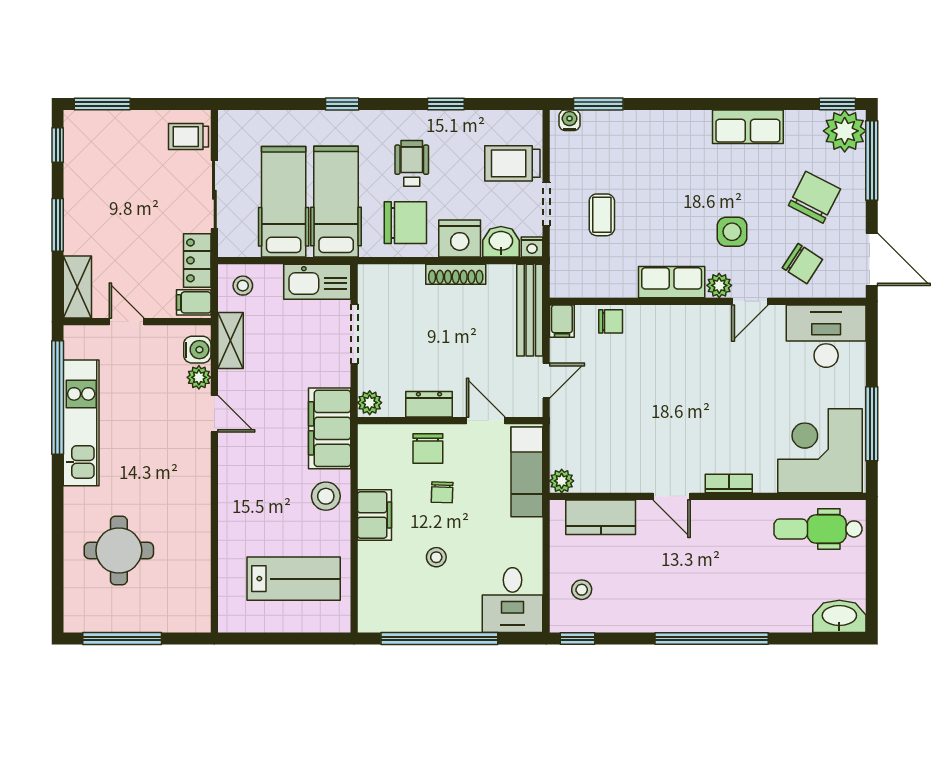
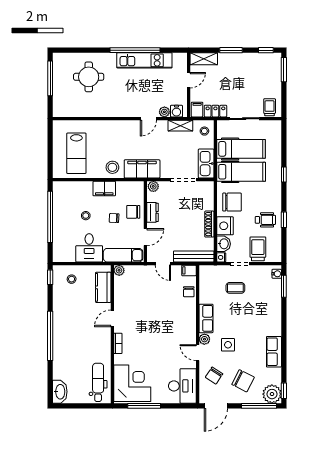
wheelchair: (412, 163) -> (265, 220), moved
chair: (405, 223) -> (232, 202), turned -90
window: (58, 397) -> (135, 50), moved
desk: (513, 600) -> (89, 248), moved, turned -90

